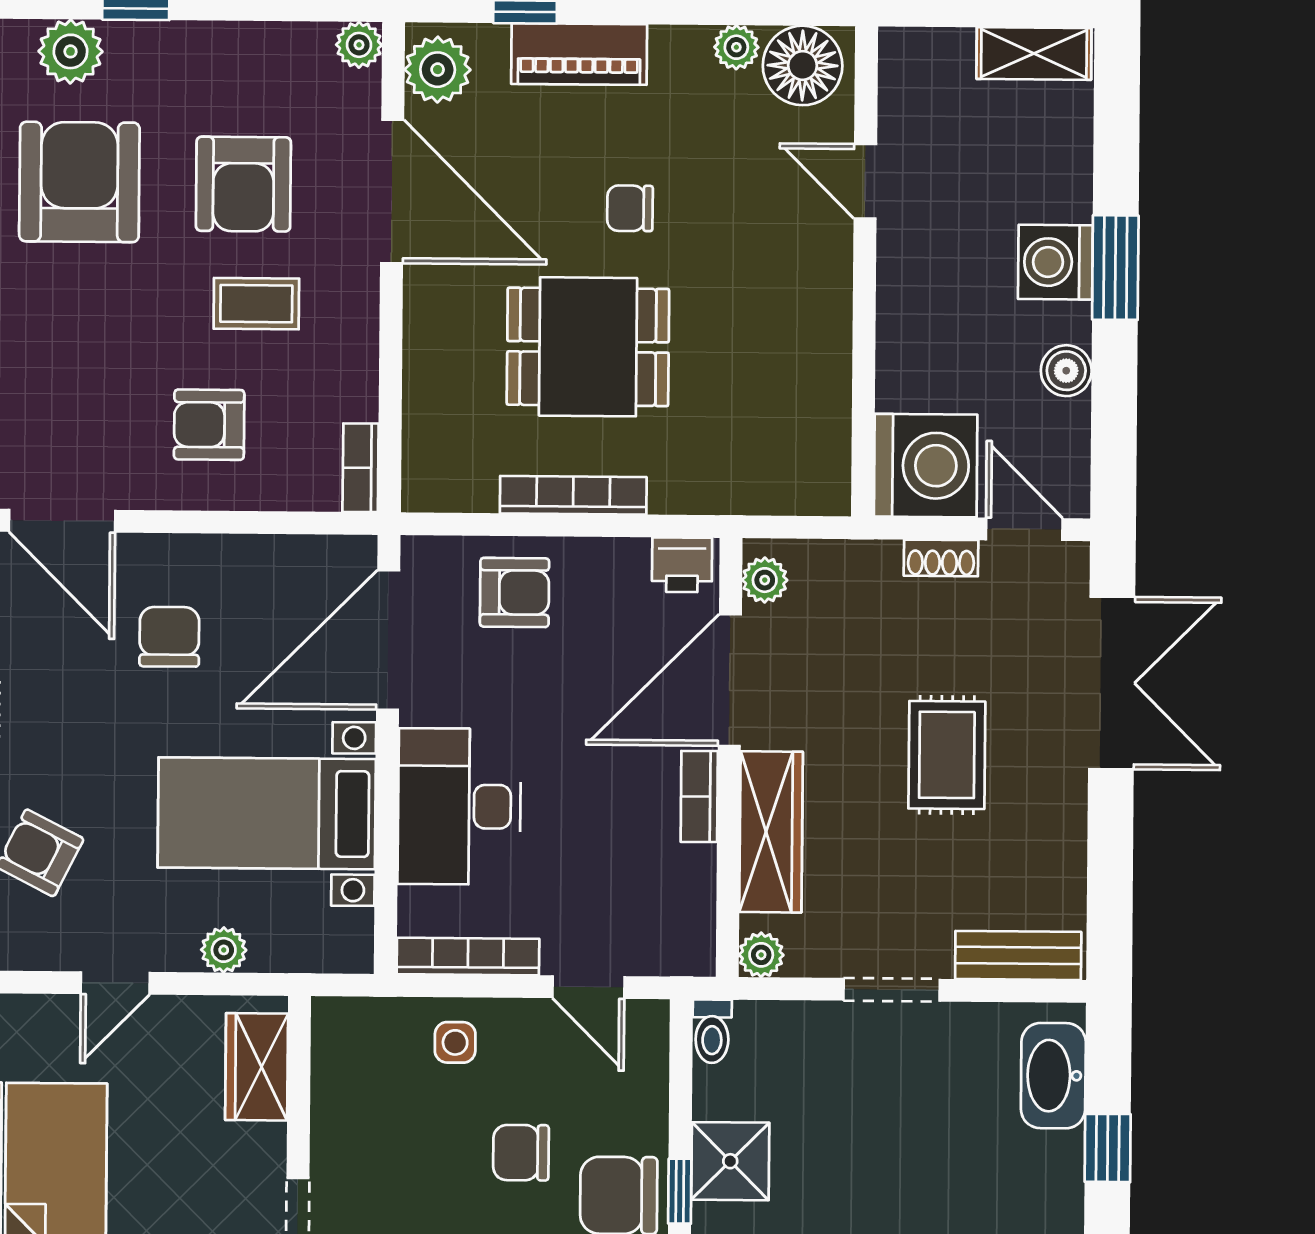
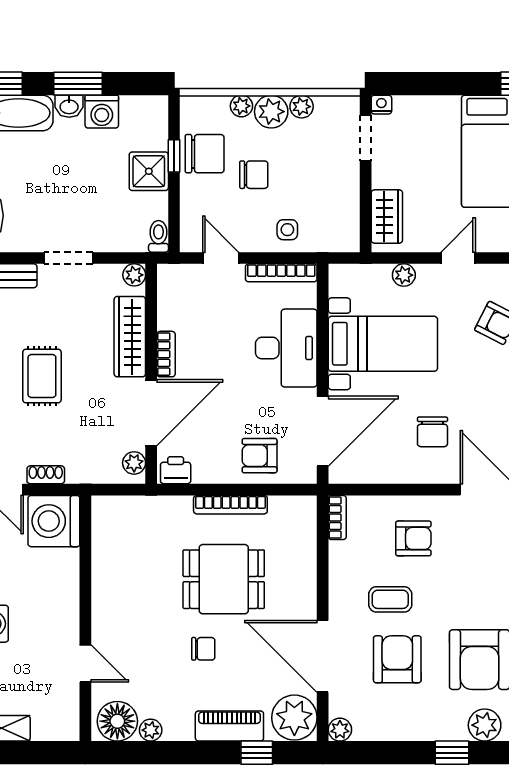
plant: (438, 70) -> (294, 718), width x1.36, depth x1.36

